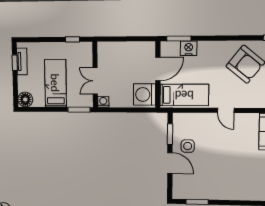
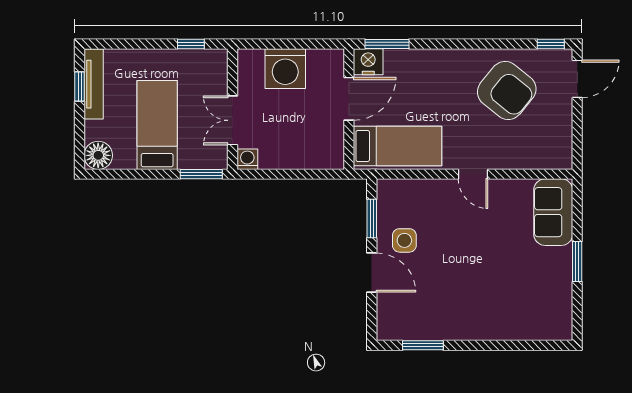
nightstand: (189, 48) -> (368, 62), moved
tv unit: (22, 61) -> (94, 84), width x1.41
washing machine: (144, 94) -> (285, 69), moved, turned -90

